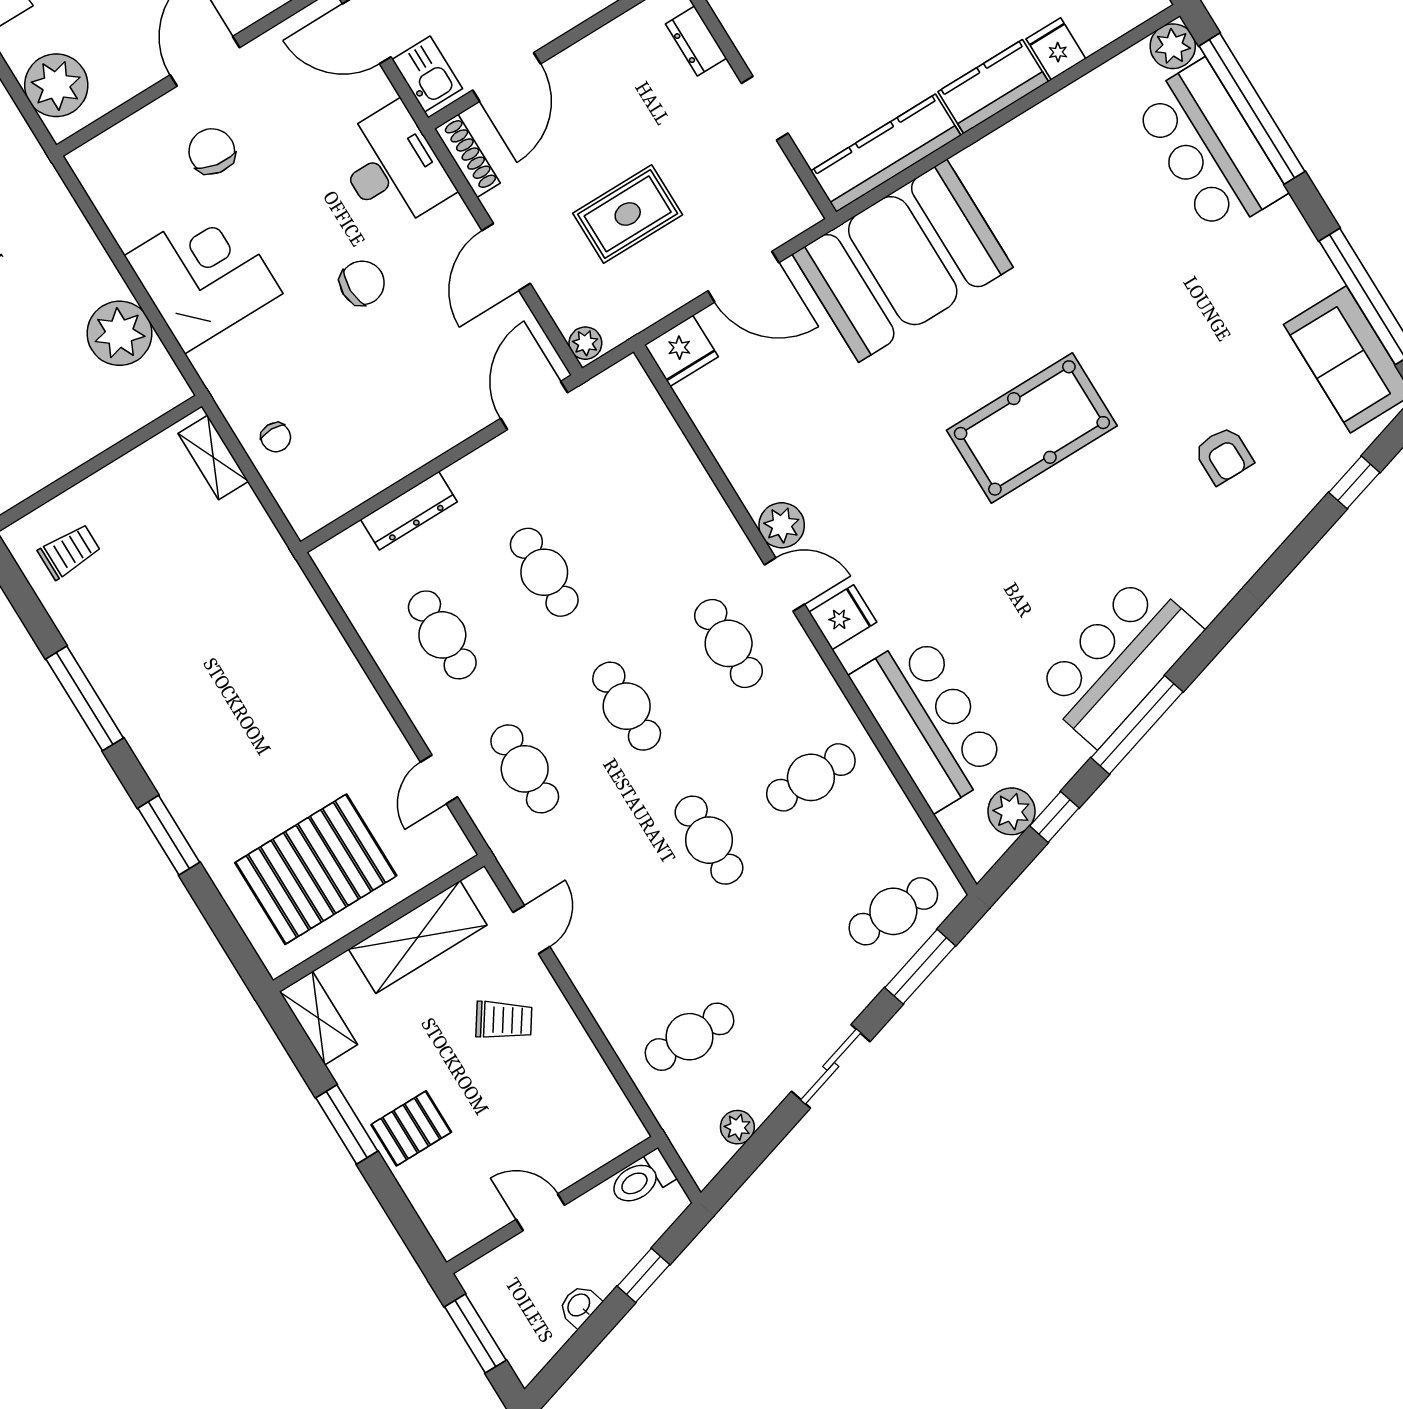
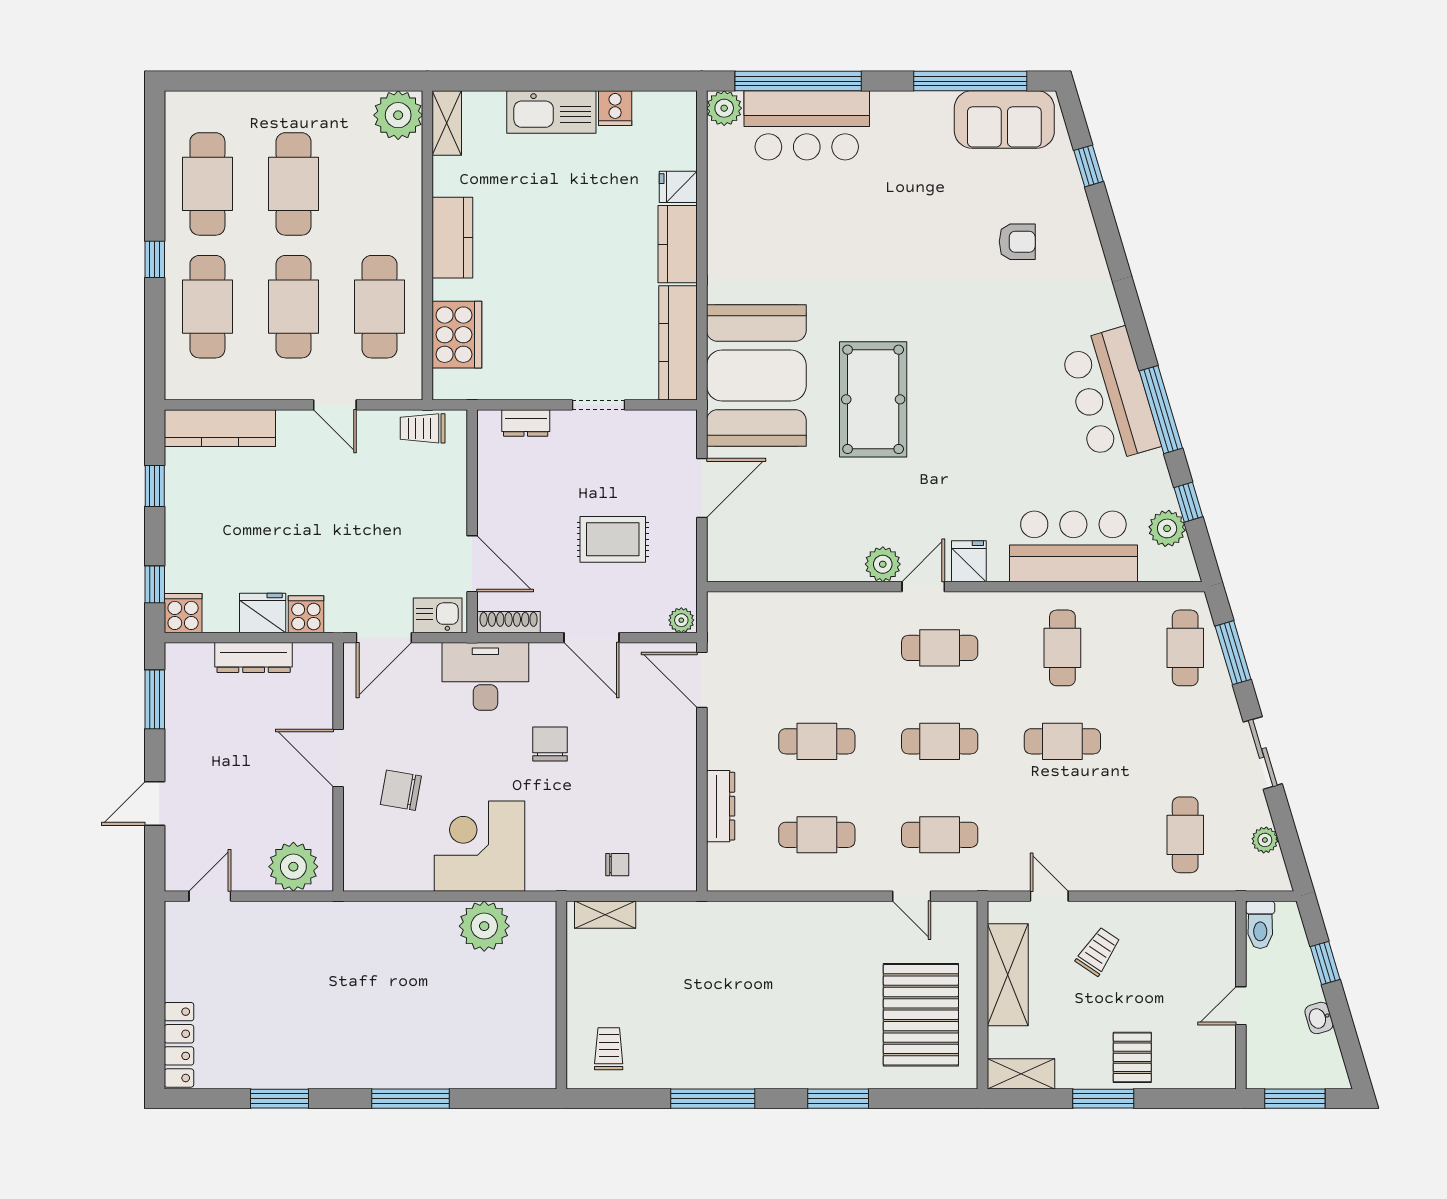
rug: (628, 214) -> (613, 539), turned 90
fridge: (681, 351) -> (726, 560), removed
pool table: (1032, 428) -> (873, 399), moved

